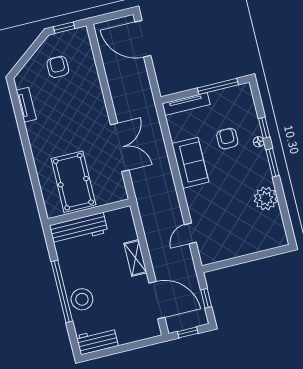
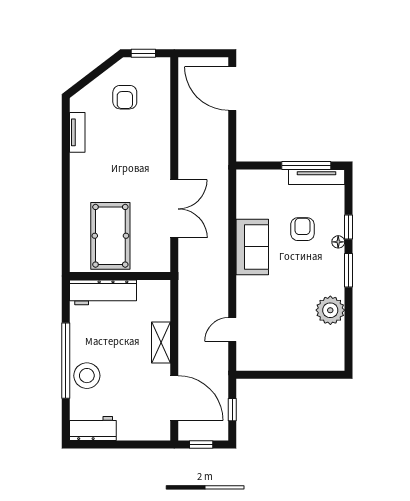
armchair: (58, 67) -> (125, 97), turned 180
tv unit: (186, 104) -> (317, 177), moved

